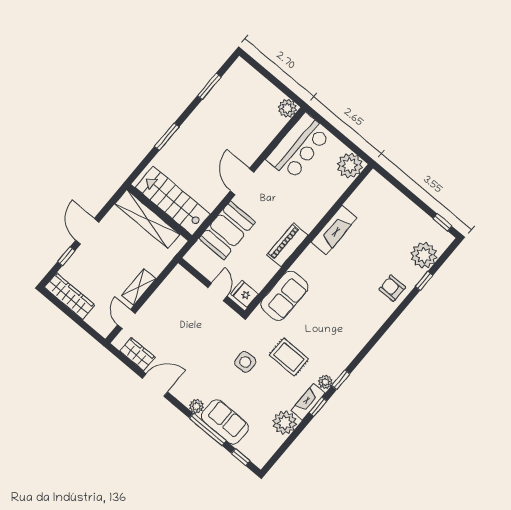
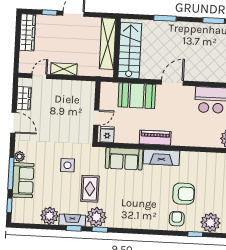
fireplace: (334, 230) -> (161, 157), moved
armchair: (371, 260) -> (184, 194), added
plant: (325, 382) -> (96, 217), width x1.88, depth x1.88

